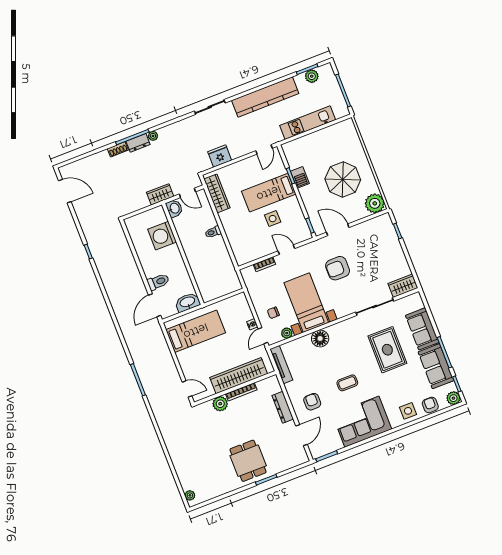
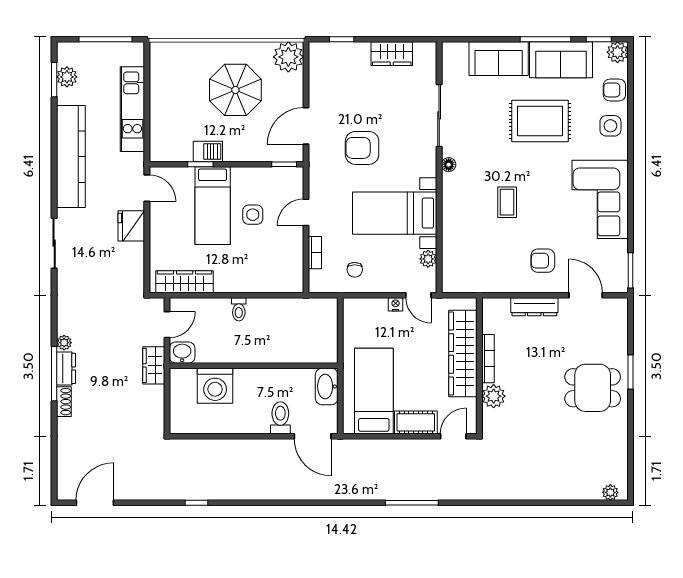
fridge: (220, 156) -> (131, 226), moved
armchair: (338, 268) -> (362, 148), turned 90
wardrobe: (403, 286) -> (392, 54), moved, turned -90
chair: (273, 313) -> (355, 270), moved
floor lamp: (320, 338) -> (449, 165), moved, width x0.53, depth x0.53
rug: (387, 350) -> (540, 121), moved
cot: (187, 364) -> (416, 422), added
tv unit: (281, 365) -> (471, 285), removed
coffee table: (347, 383) -> (507, 202), moved

